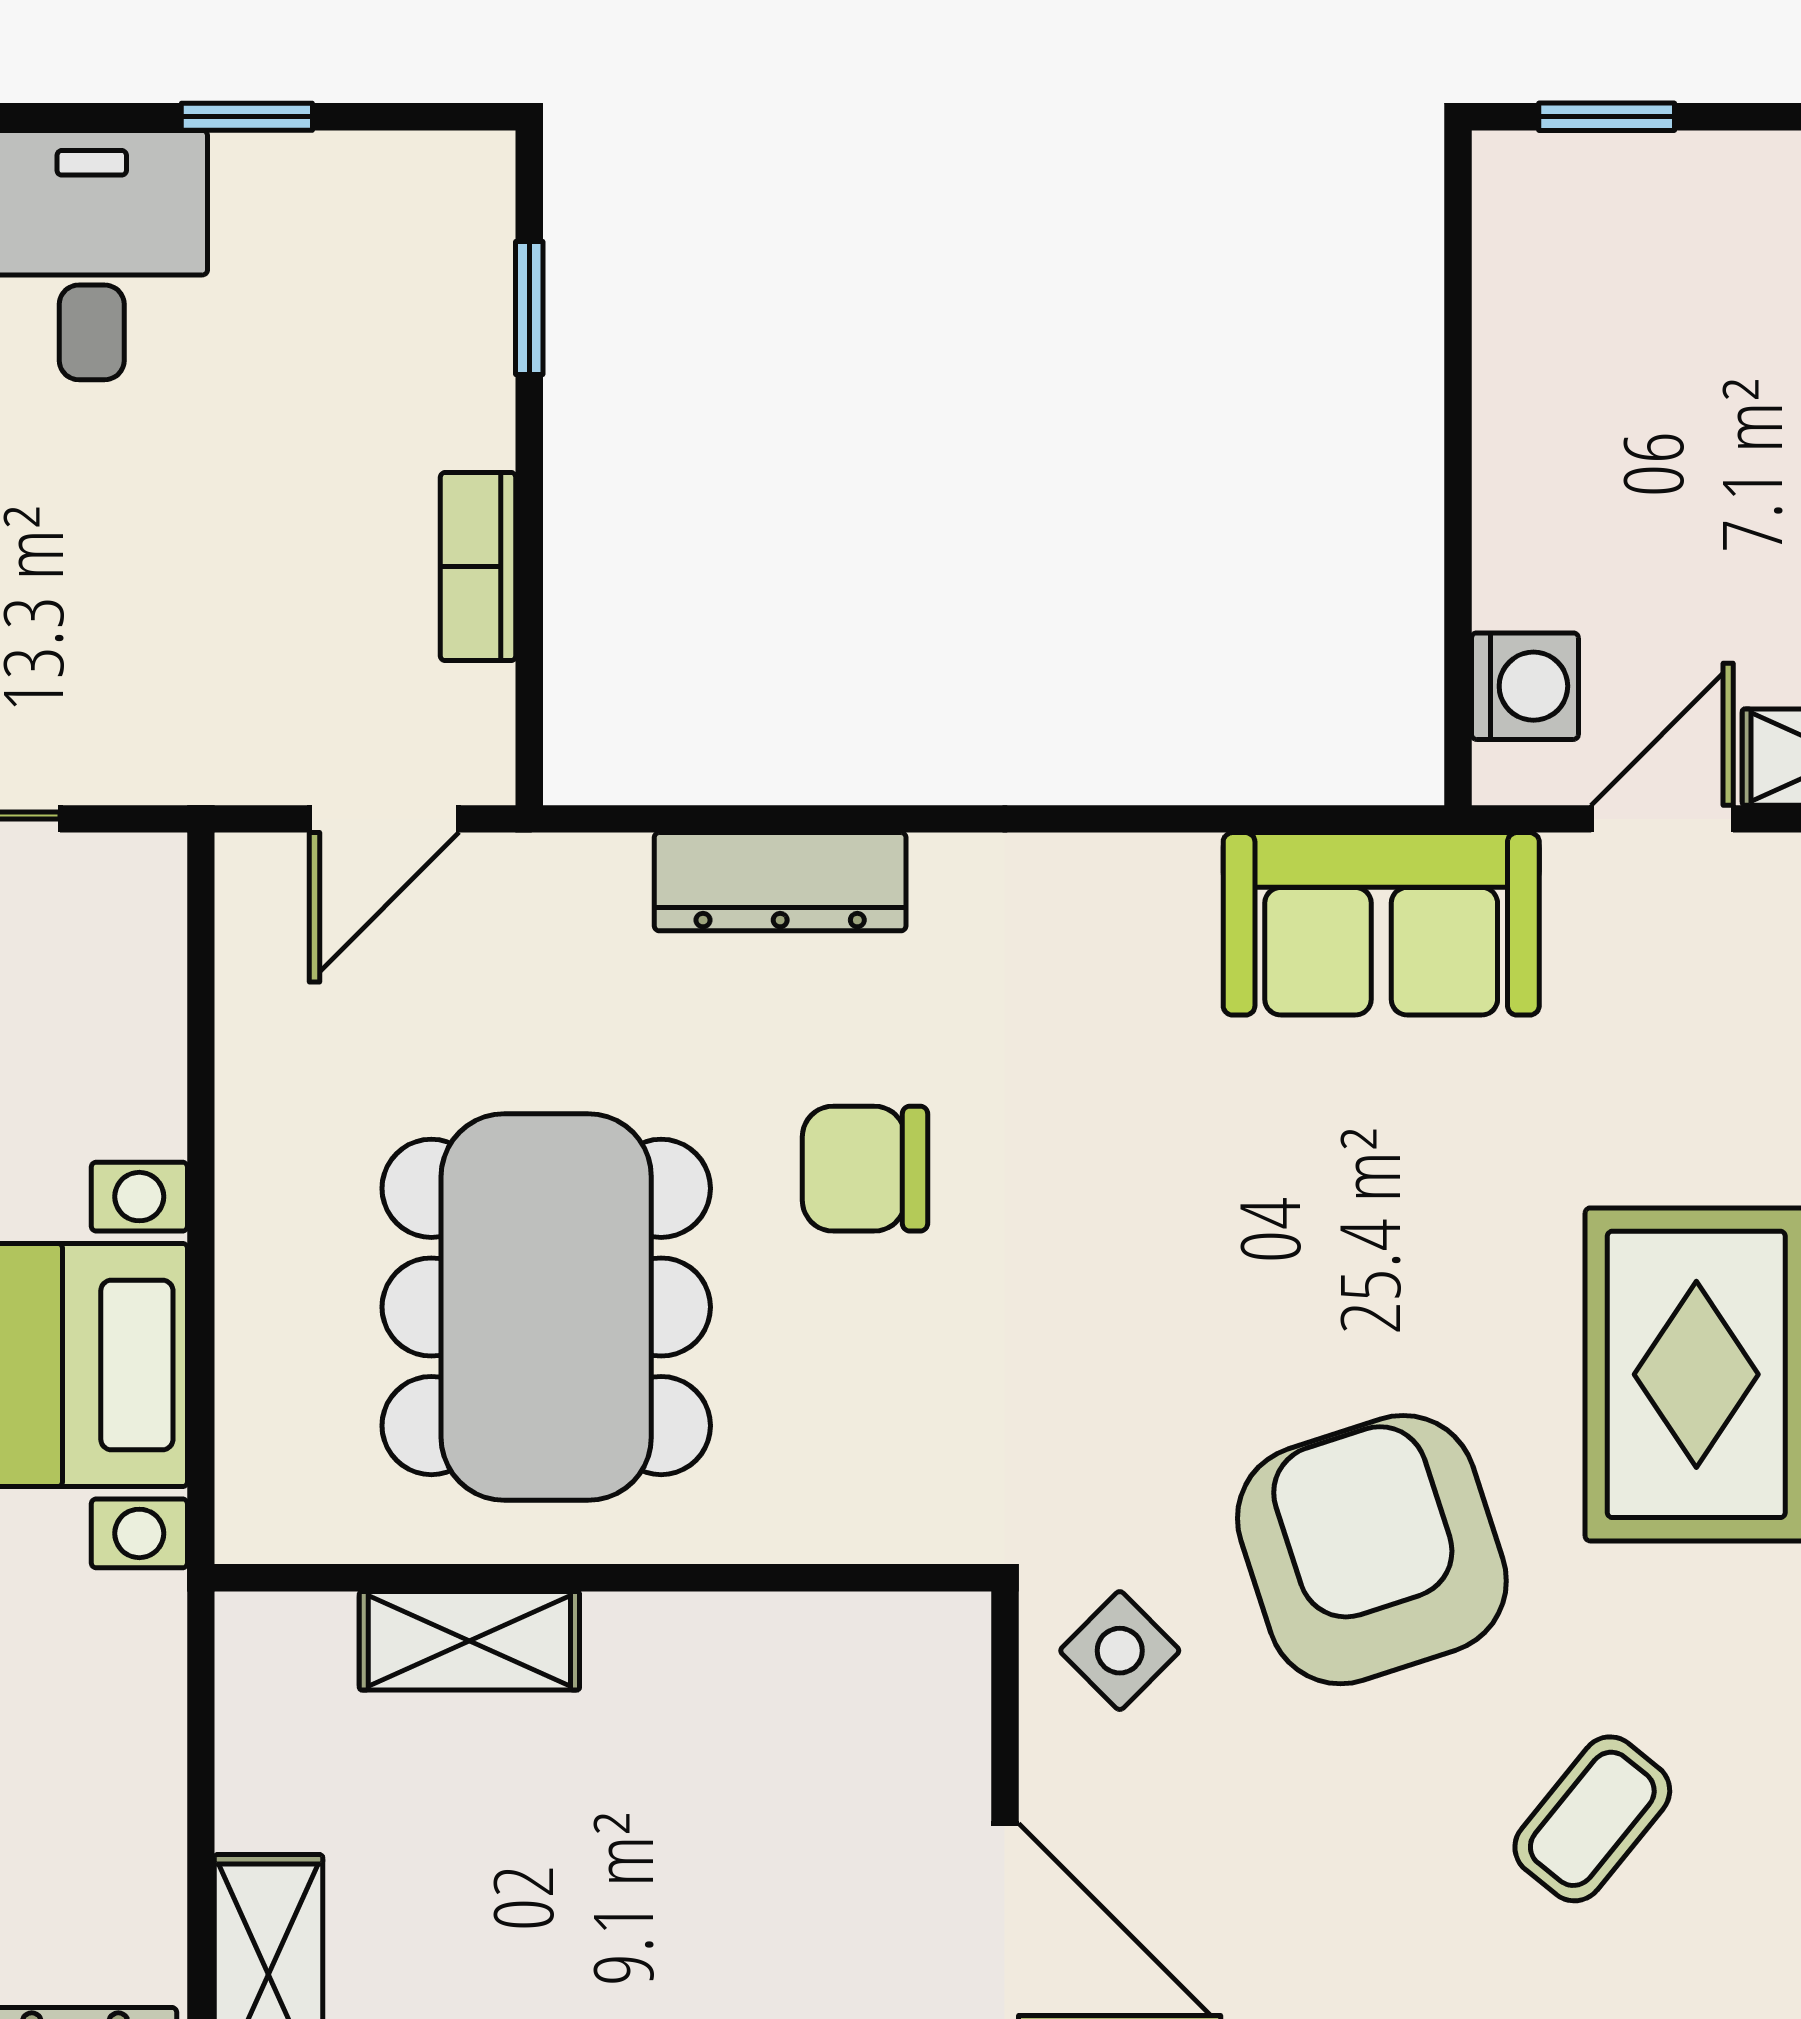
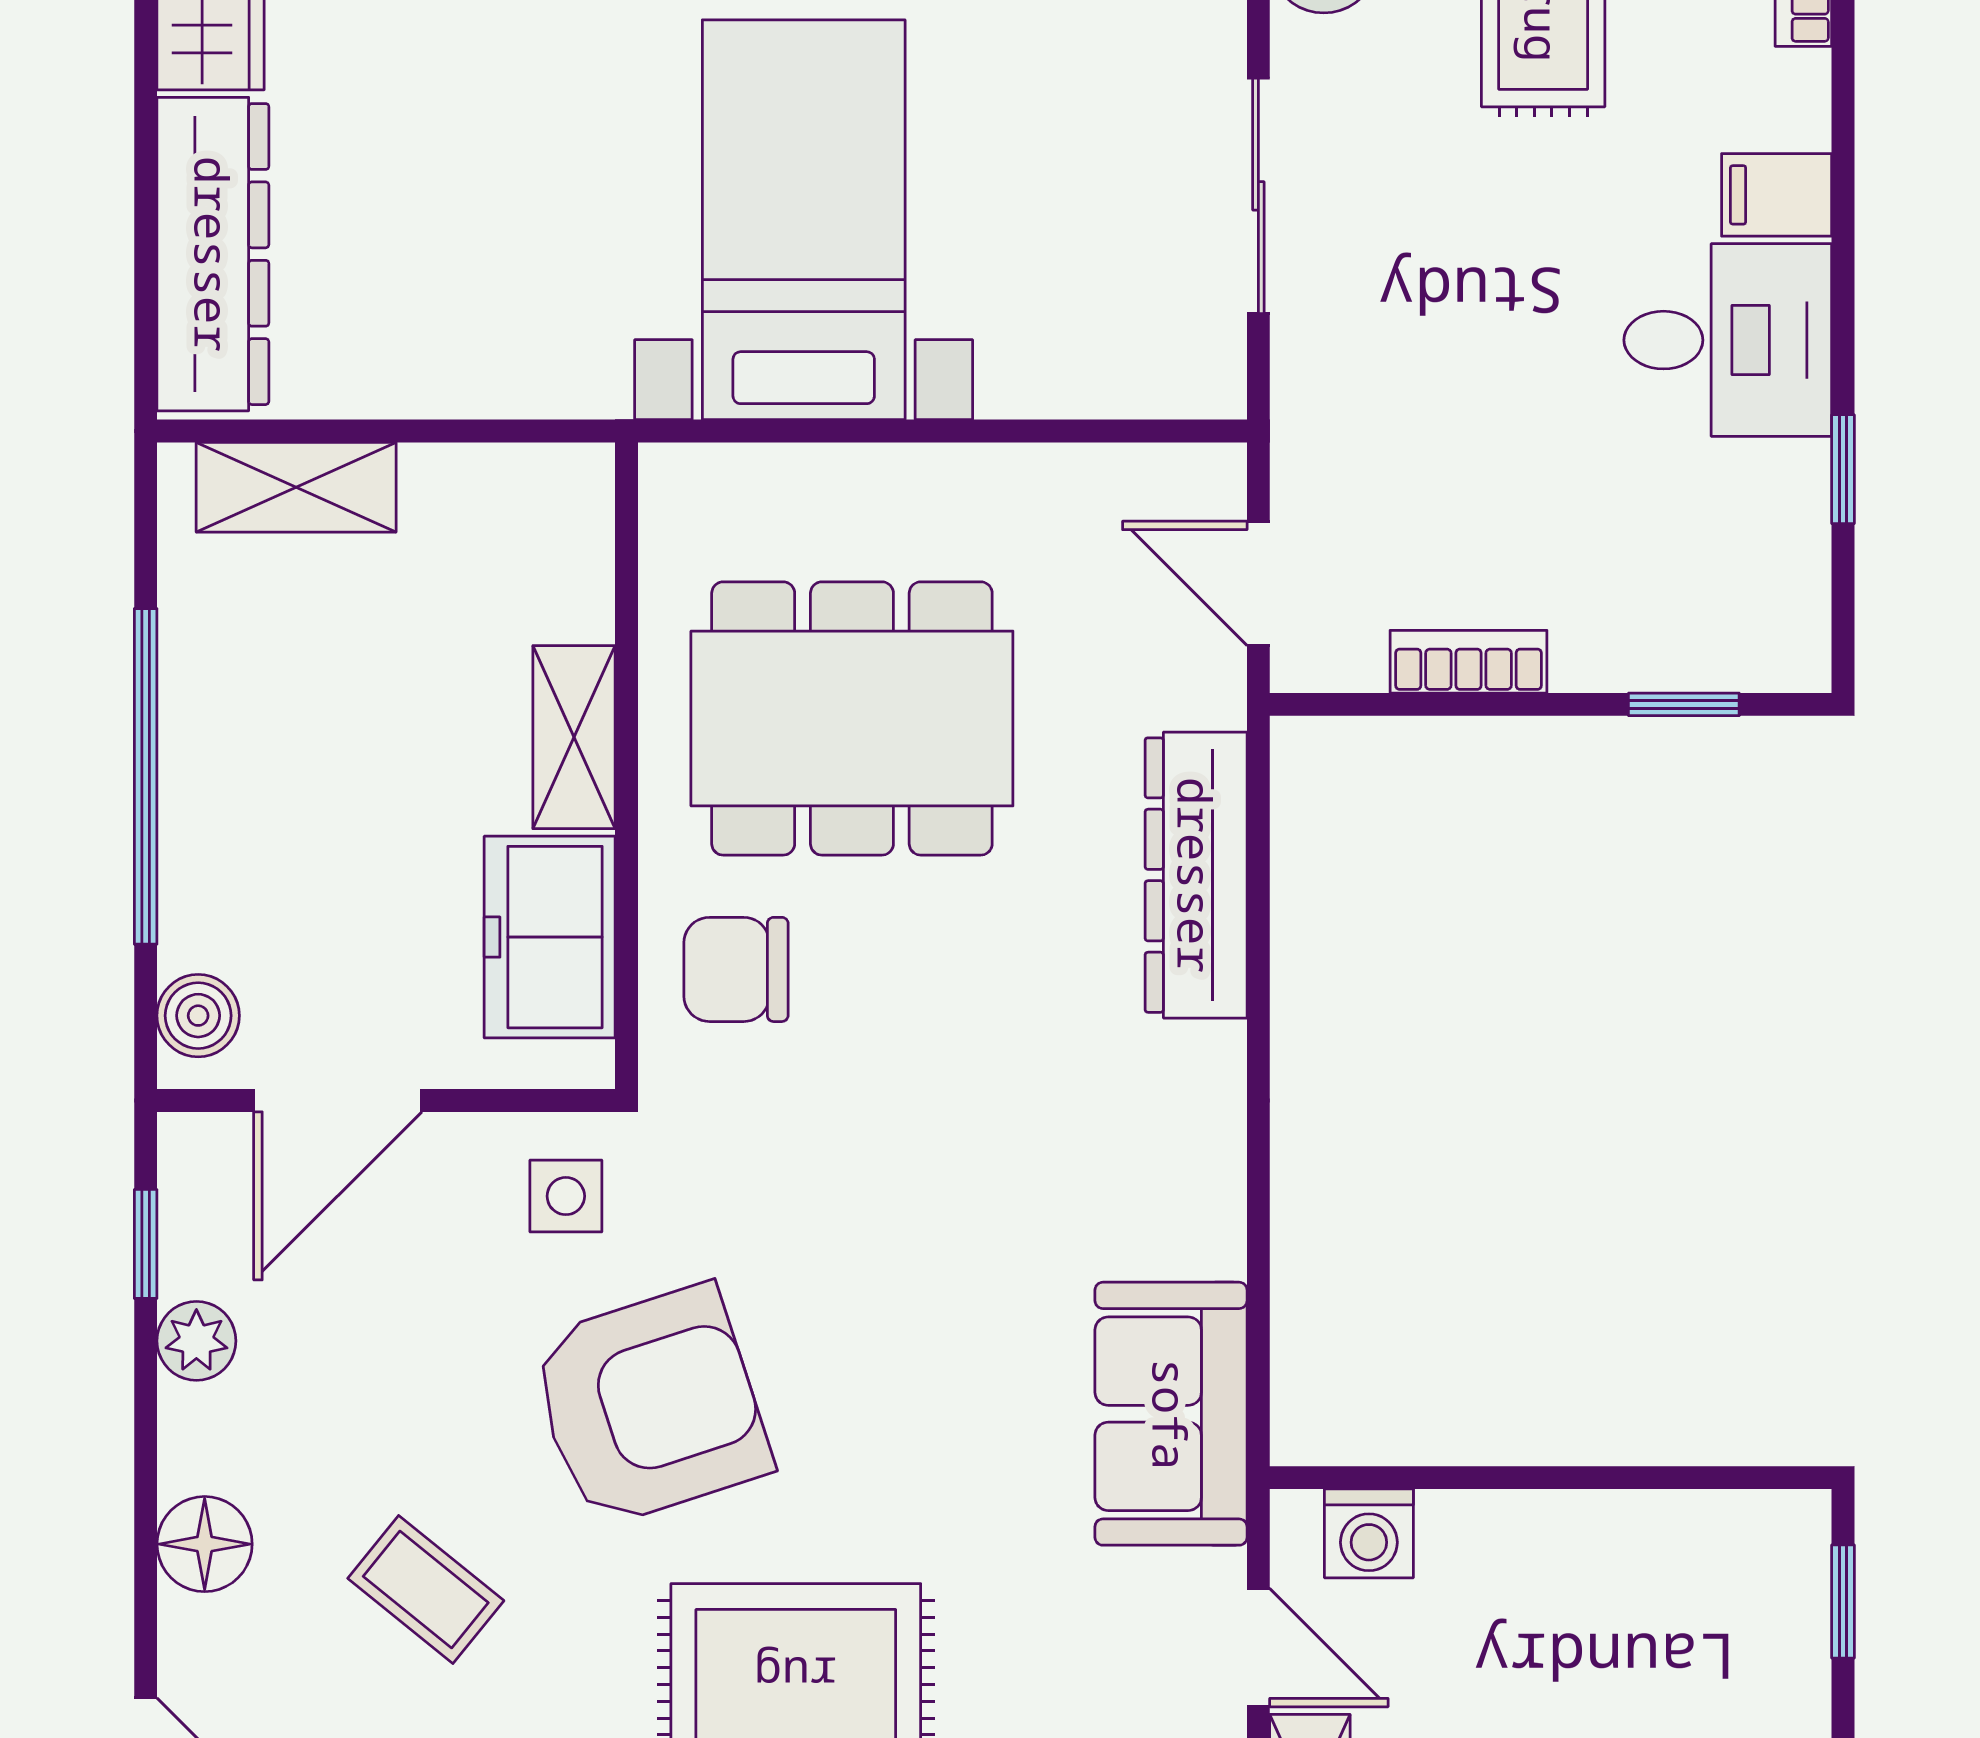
dresser: (780, 882) -> (1196, 875), width x1.37, depth x1.24
chair: (865, 1169) -> (736, 969), moved, turned -90
shelving: (469, 1641) -> (574, 737), moved
side table: (1120, 1651) -> (566, 1196), turned 45
freezer: (809, 1670) -> (550, 937), added

